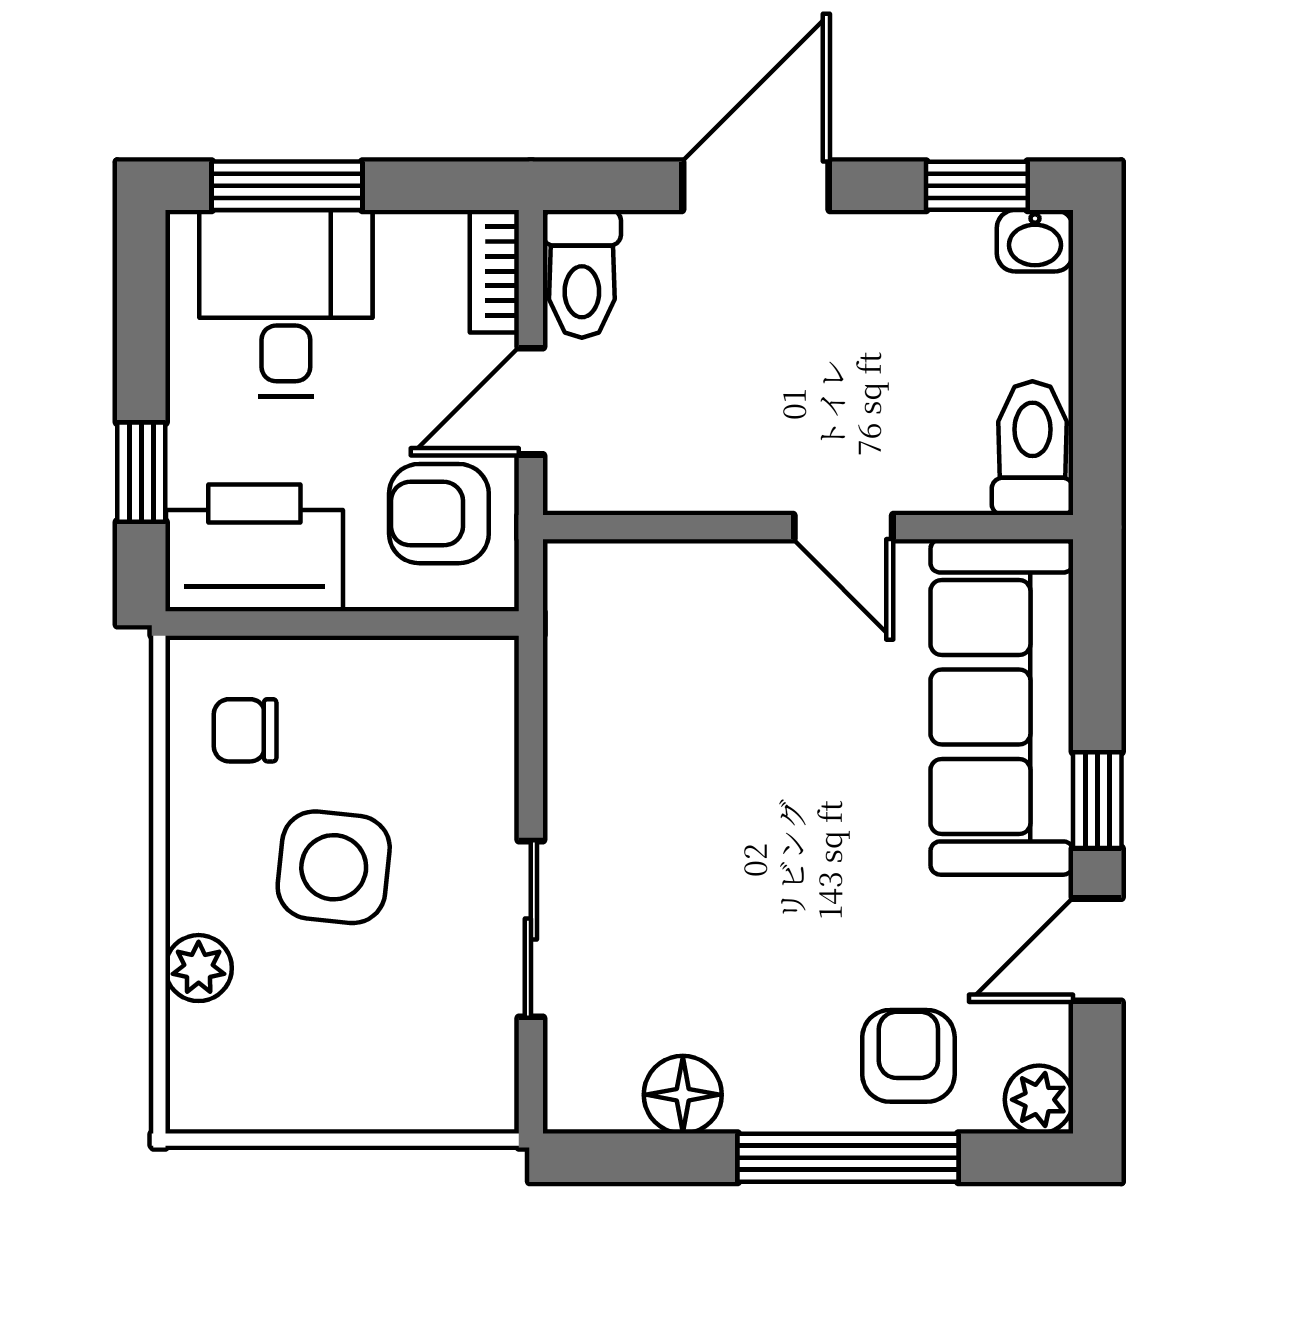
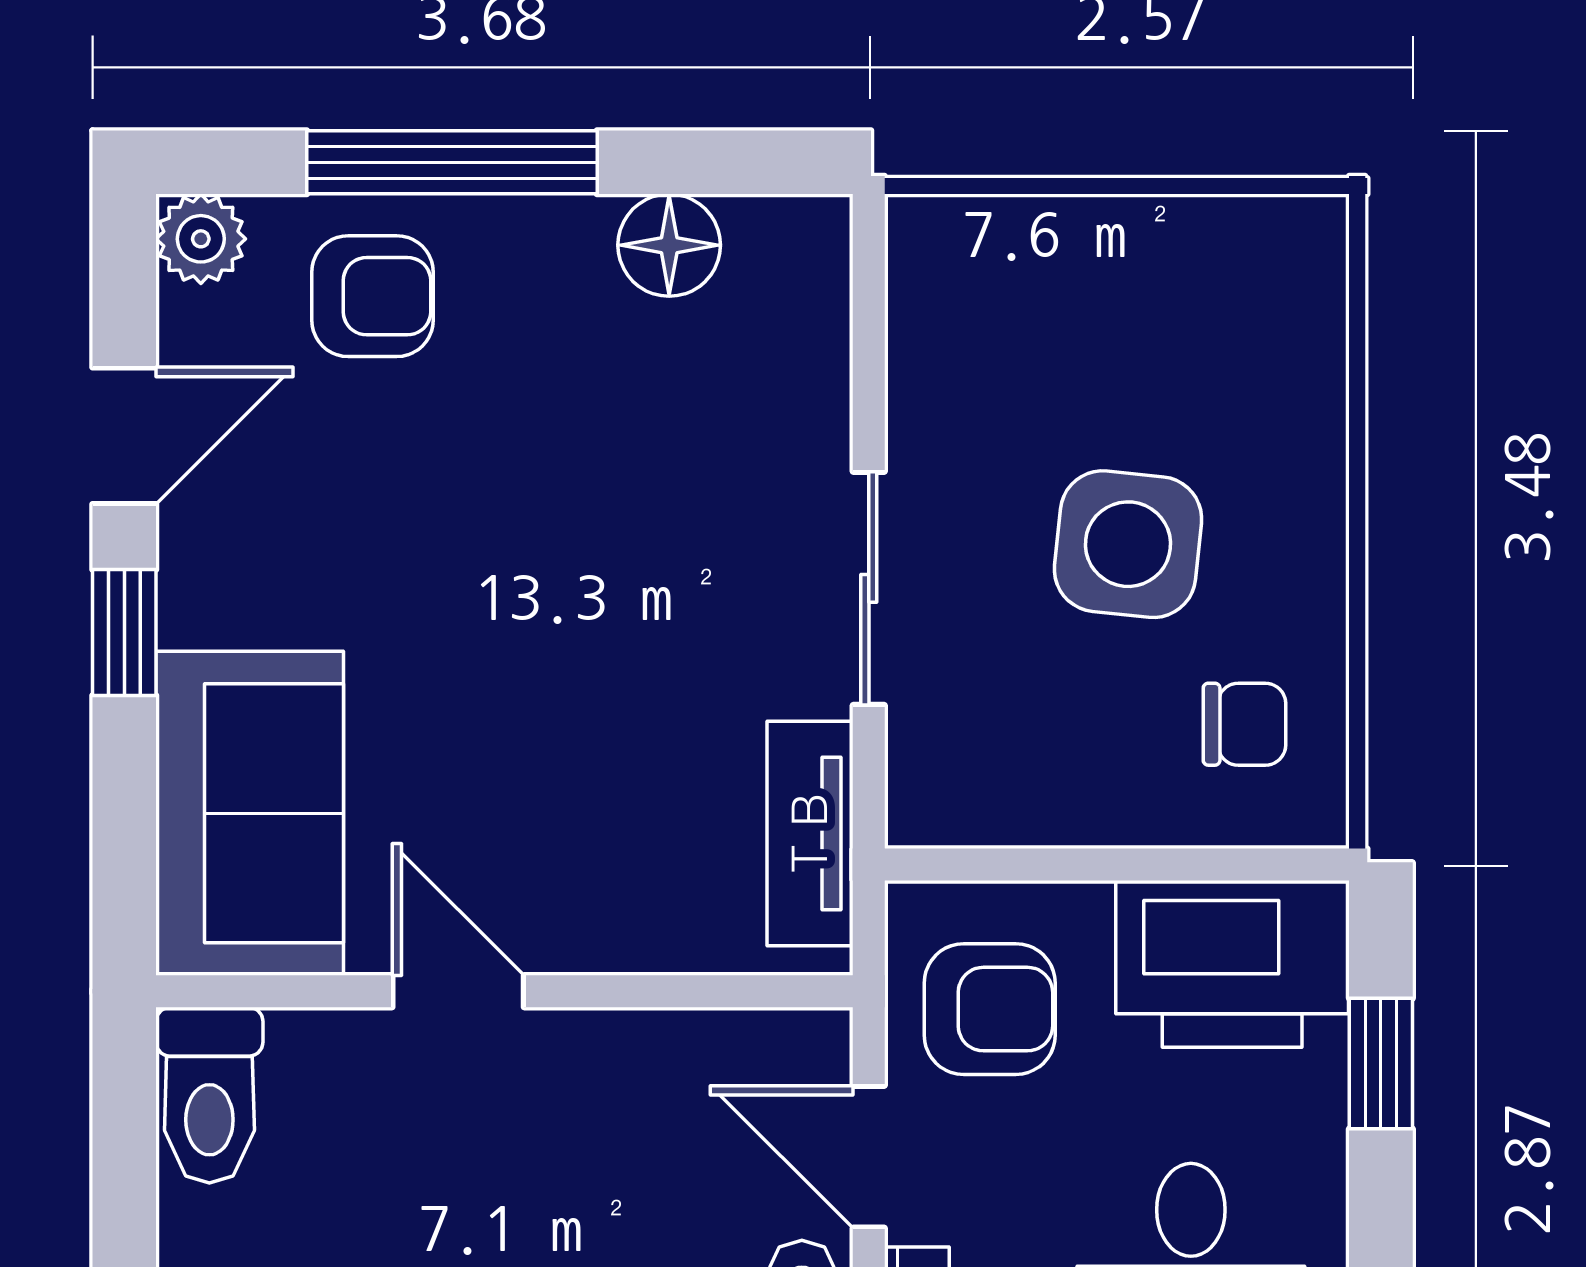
door: (531, 401) -> (869, 1157), swing flipped
tv unit: (576, 647) -> (810, 834), added
sofa: (1002, 707) -> (250, 813), width x0.73
sliding door: (531, 929) -> (869, 588), moved
plant: (199, 968) -> (1306, 412), removed
armchair: (908, 1056) -> (372, 296), turned -90

